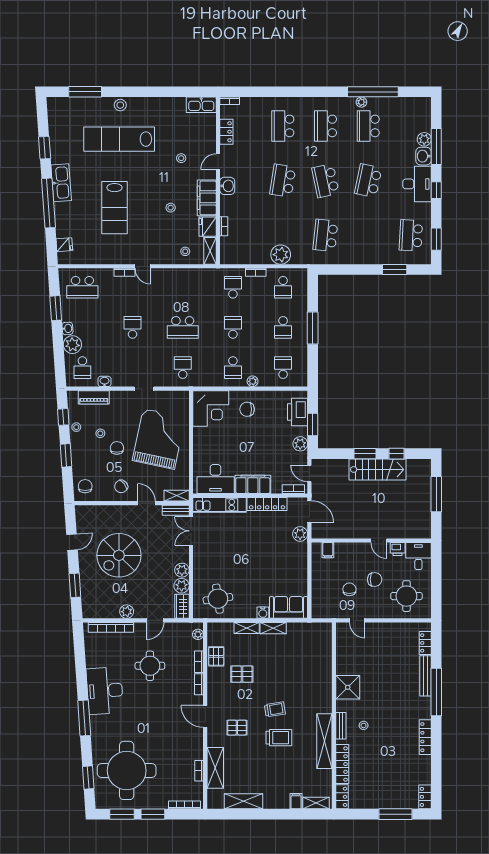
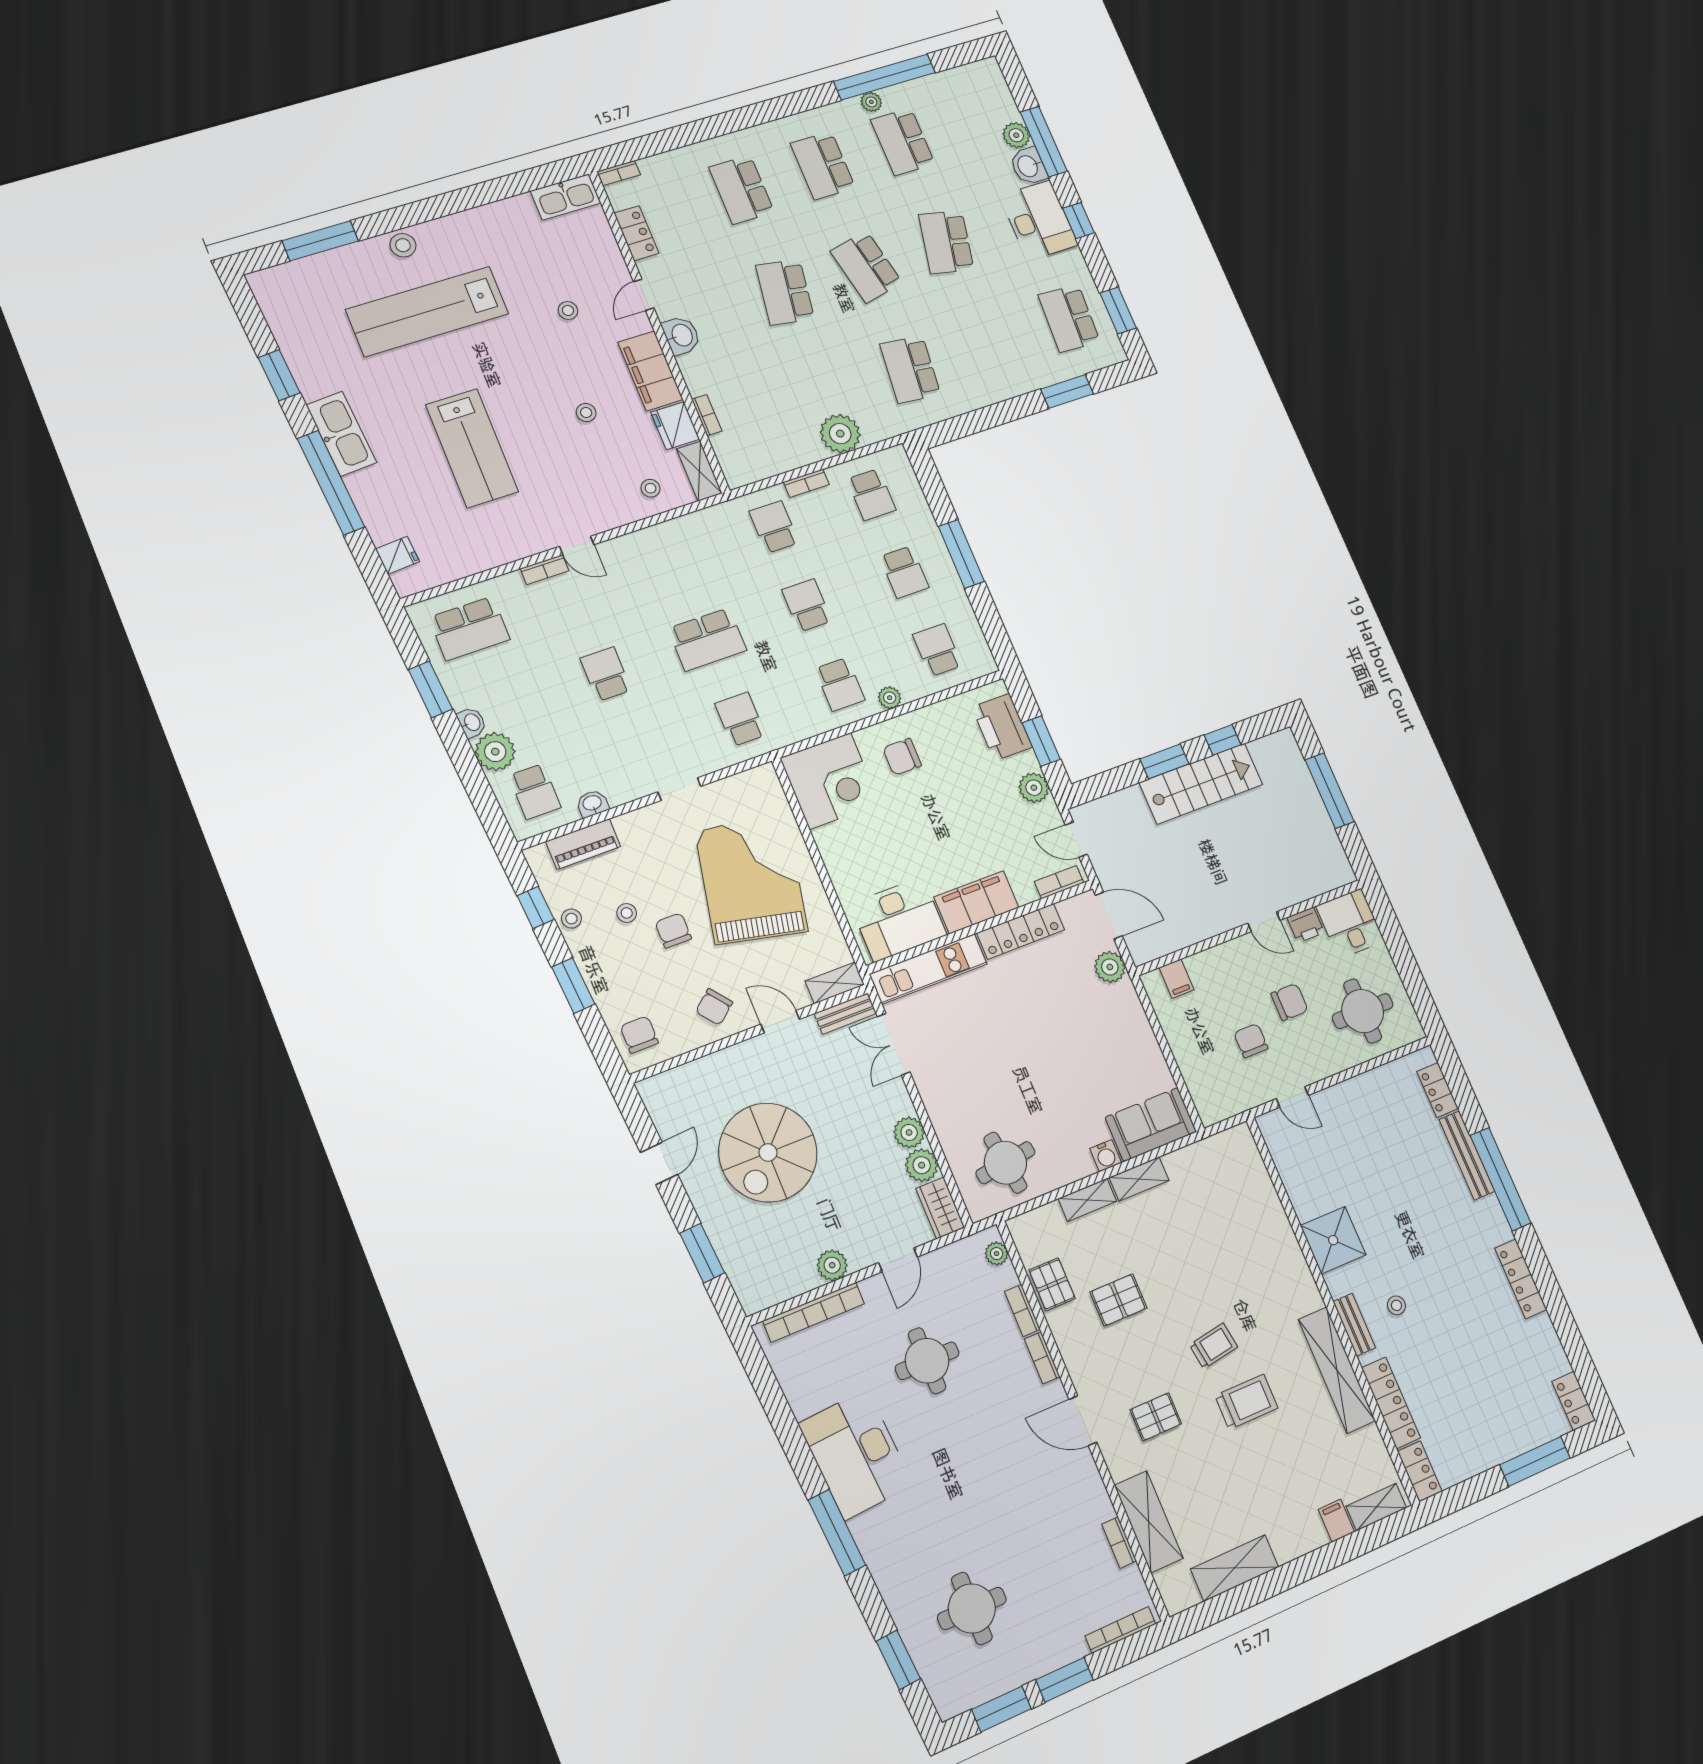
round table: (127, 770) -> (972, 1608), width x0.54, depth x0.54

